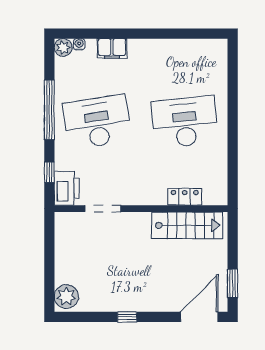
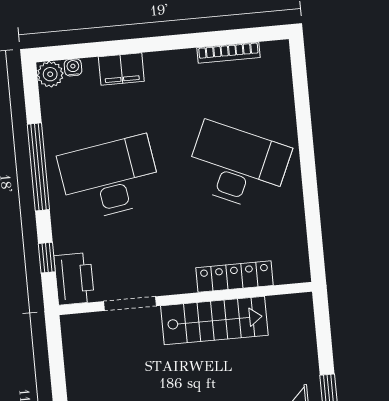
bookcase: (186, 44) -> (229, 53), added
desk: (185, 122) -> (237, 166), turned 30
locker: (185, 197) -> (235, 277), width x1.53
stairs: (187, 225) -> (214, 321), moved

